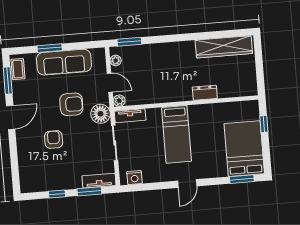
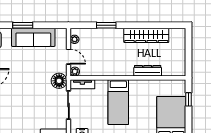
window: (129, 42) -> (106, 25), moved
wardrobe: (224, 47) -> (146, 35), moved
dresser: (205, 93) -> (148, 71), width x1.44
armchair: (71, 104) -> (36, 71), removed
armchair: (54, 140) -> (20, 98), removed

